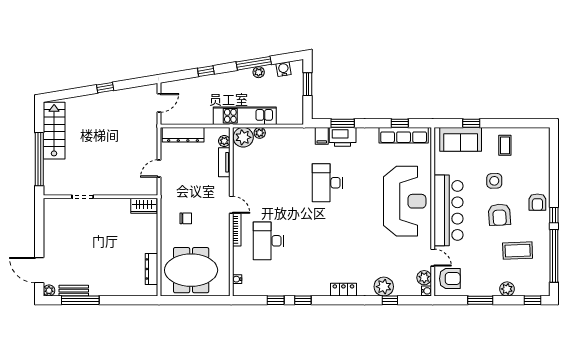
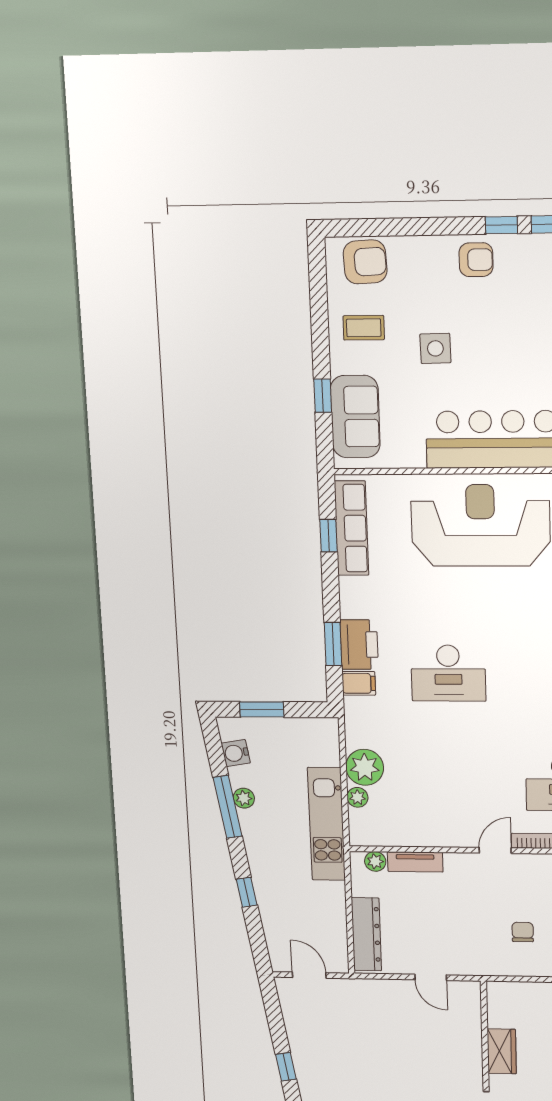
plant: (243, 137) -> (365, 767), moved
wardrobe: (144, 206) -> (502, 1051), moved
armchair: (499, 215) -> (365, 262), moved

